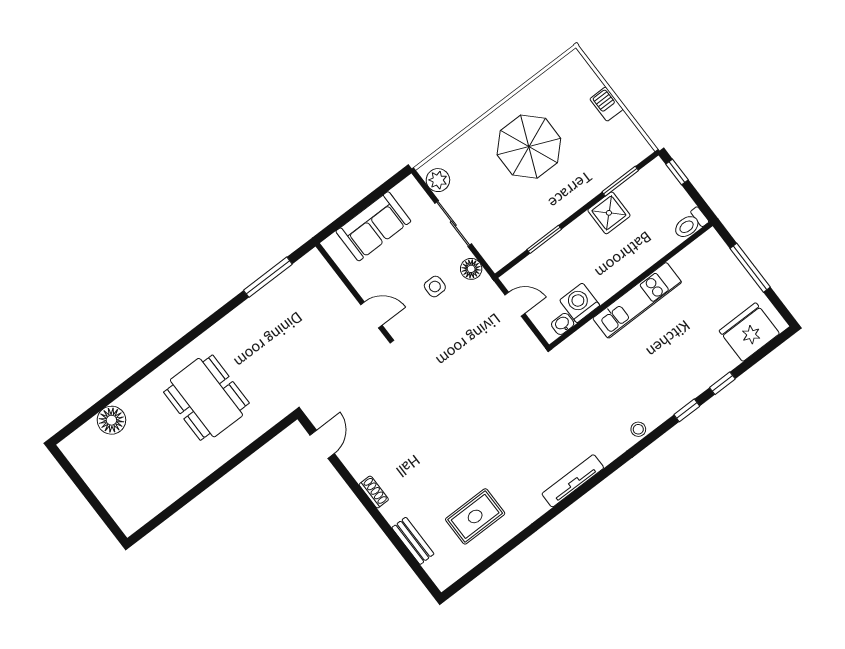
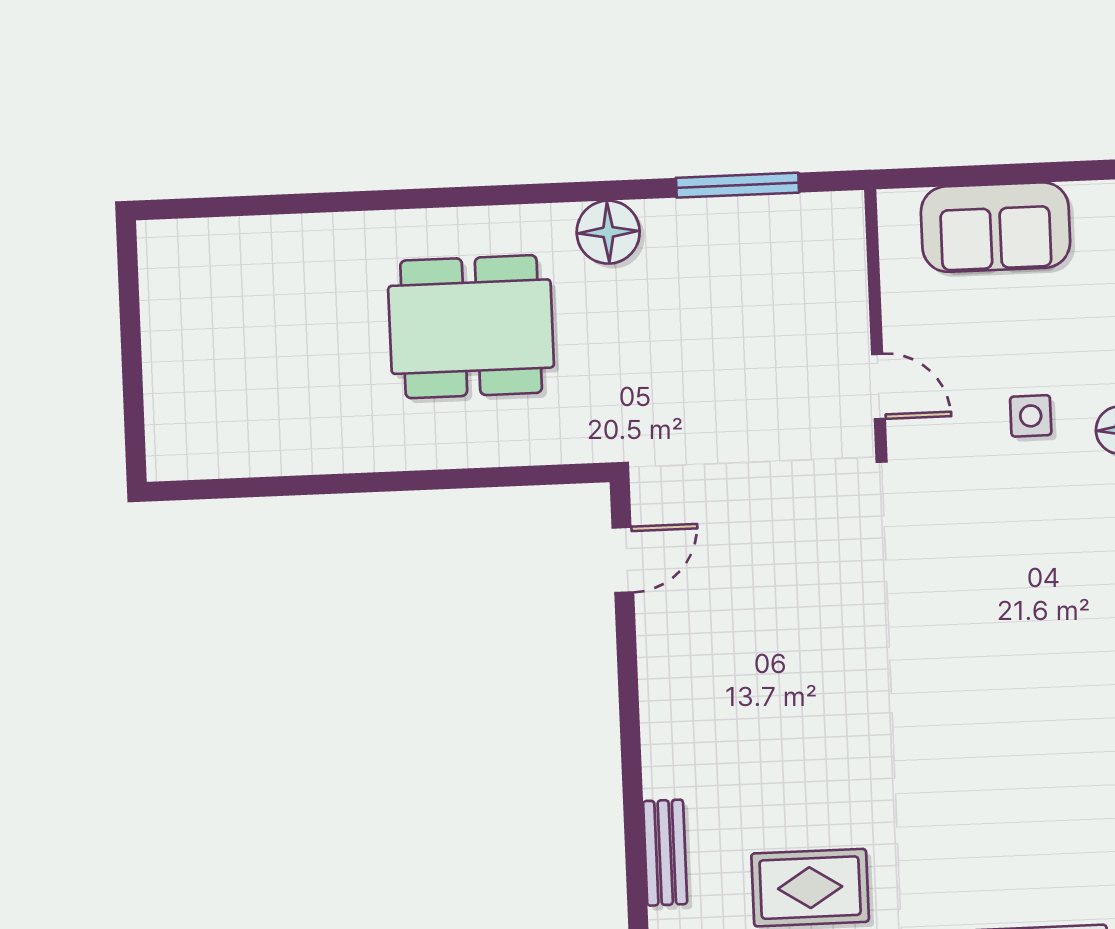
dining table: (206, 398) -> (471, 327), turned 90
floor lamp: (111, 420) -> (608, 232), moved
shoe rack: (374, 492) -> (656, 713), removed

